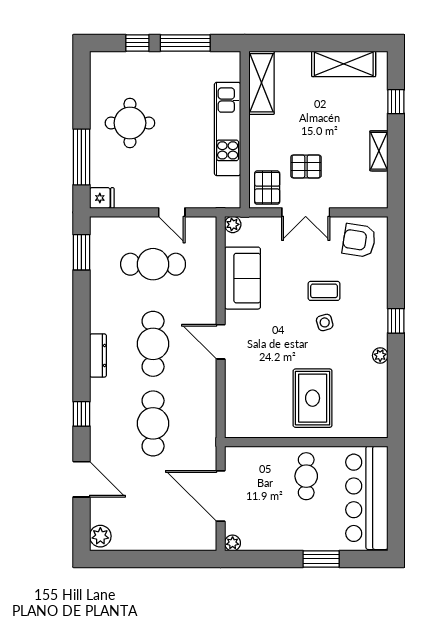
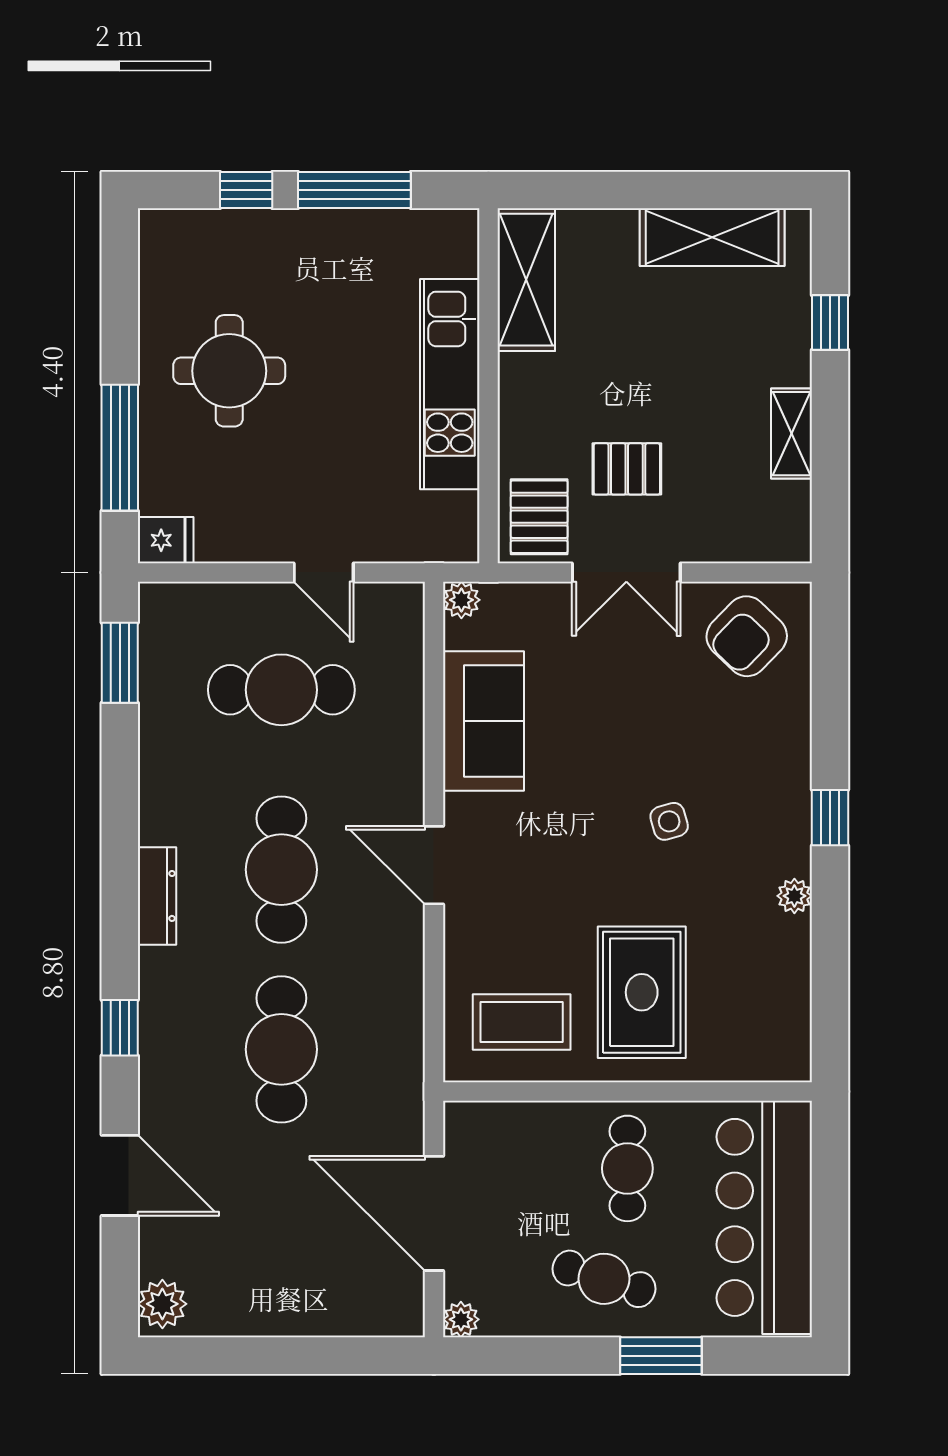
armchair: (359, 240) -> (747, 636), turned -55
coffee table: (324, 291) -> (522, 1022), moved, width x1.36, depth x1.30
cafe table: (296, 525) -> (604, 1279), added

